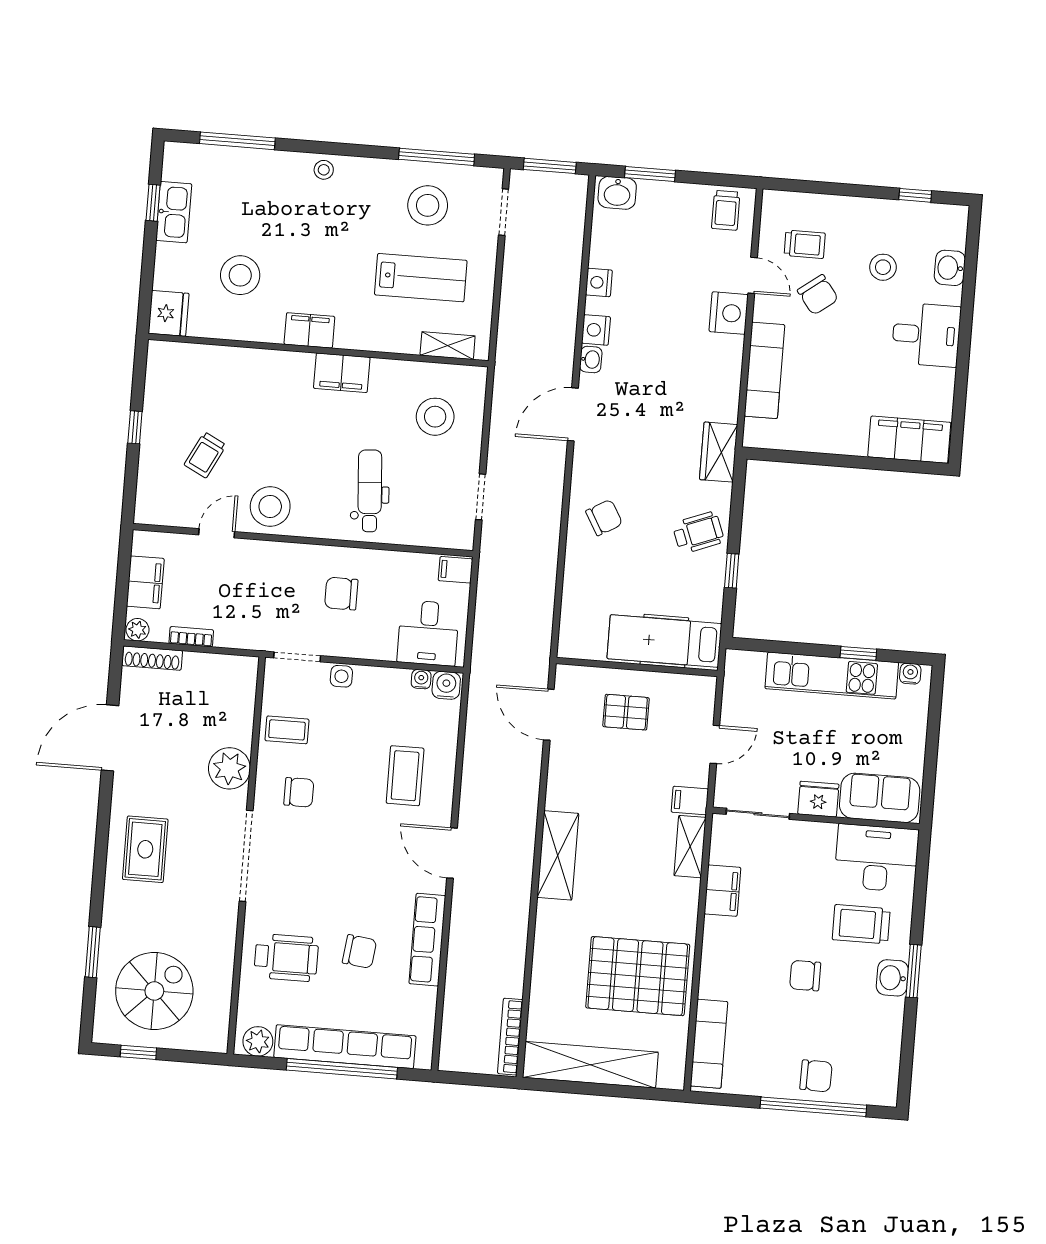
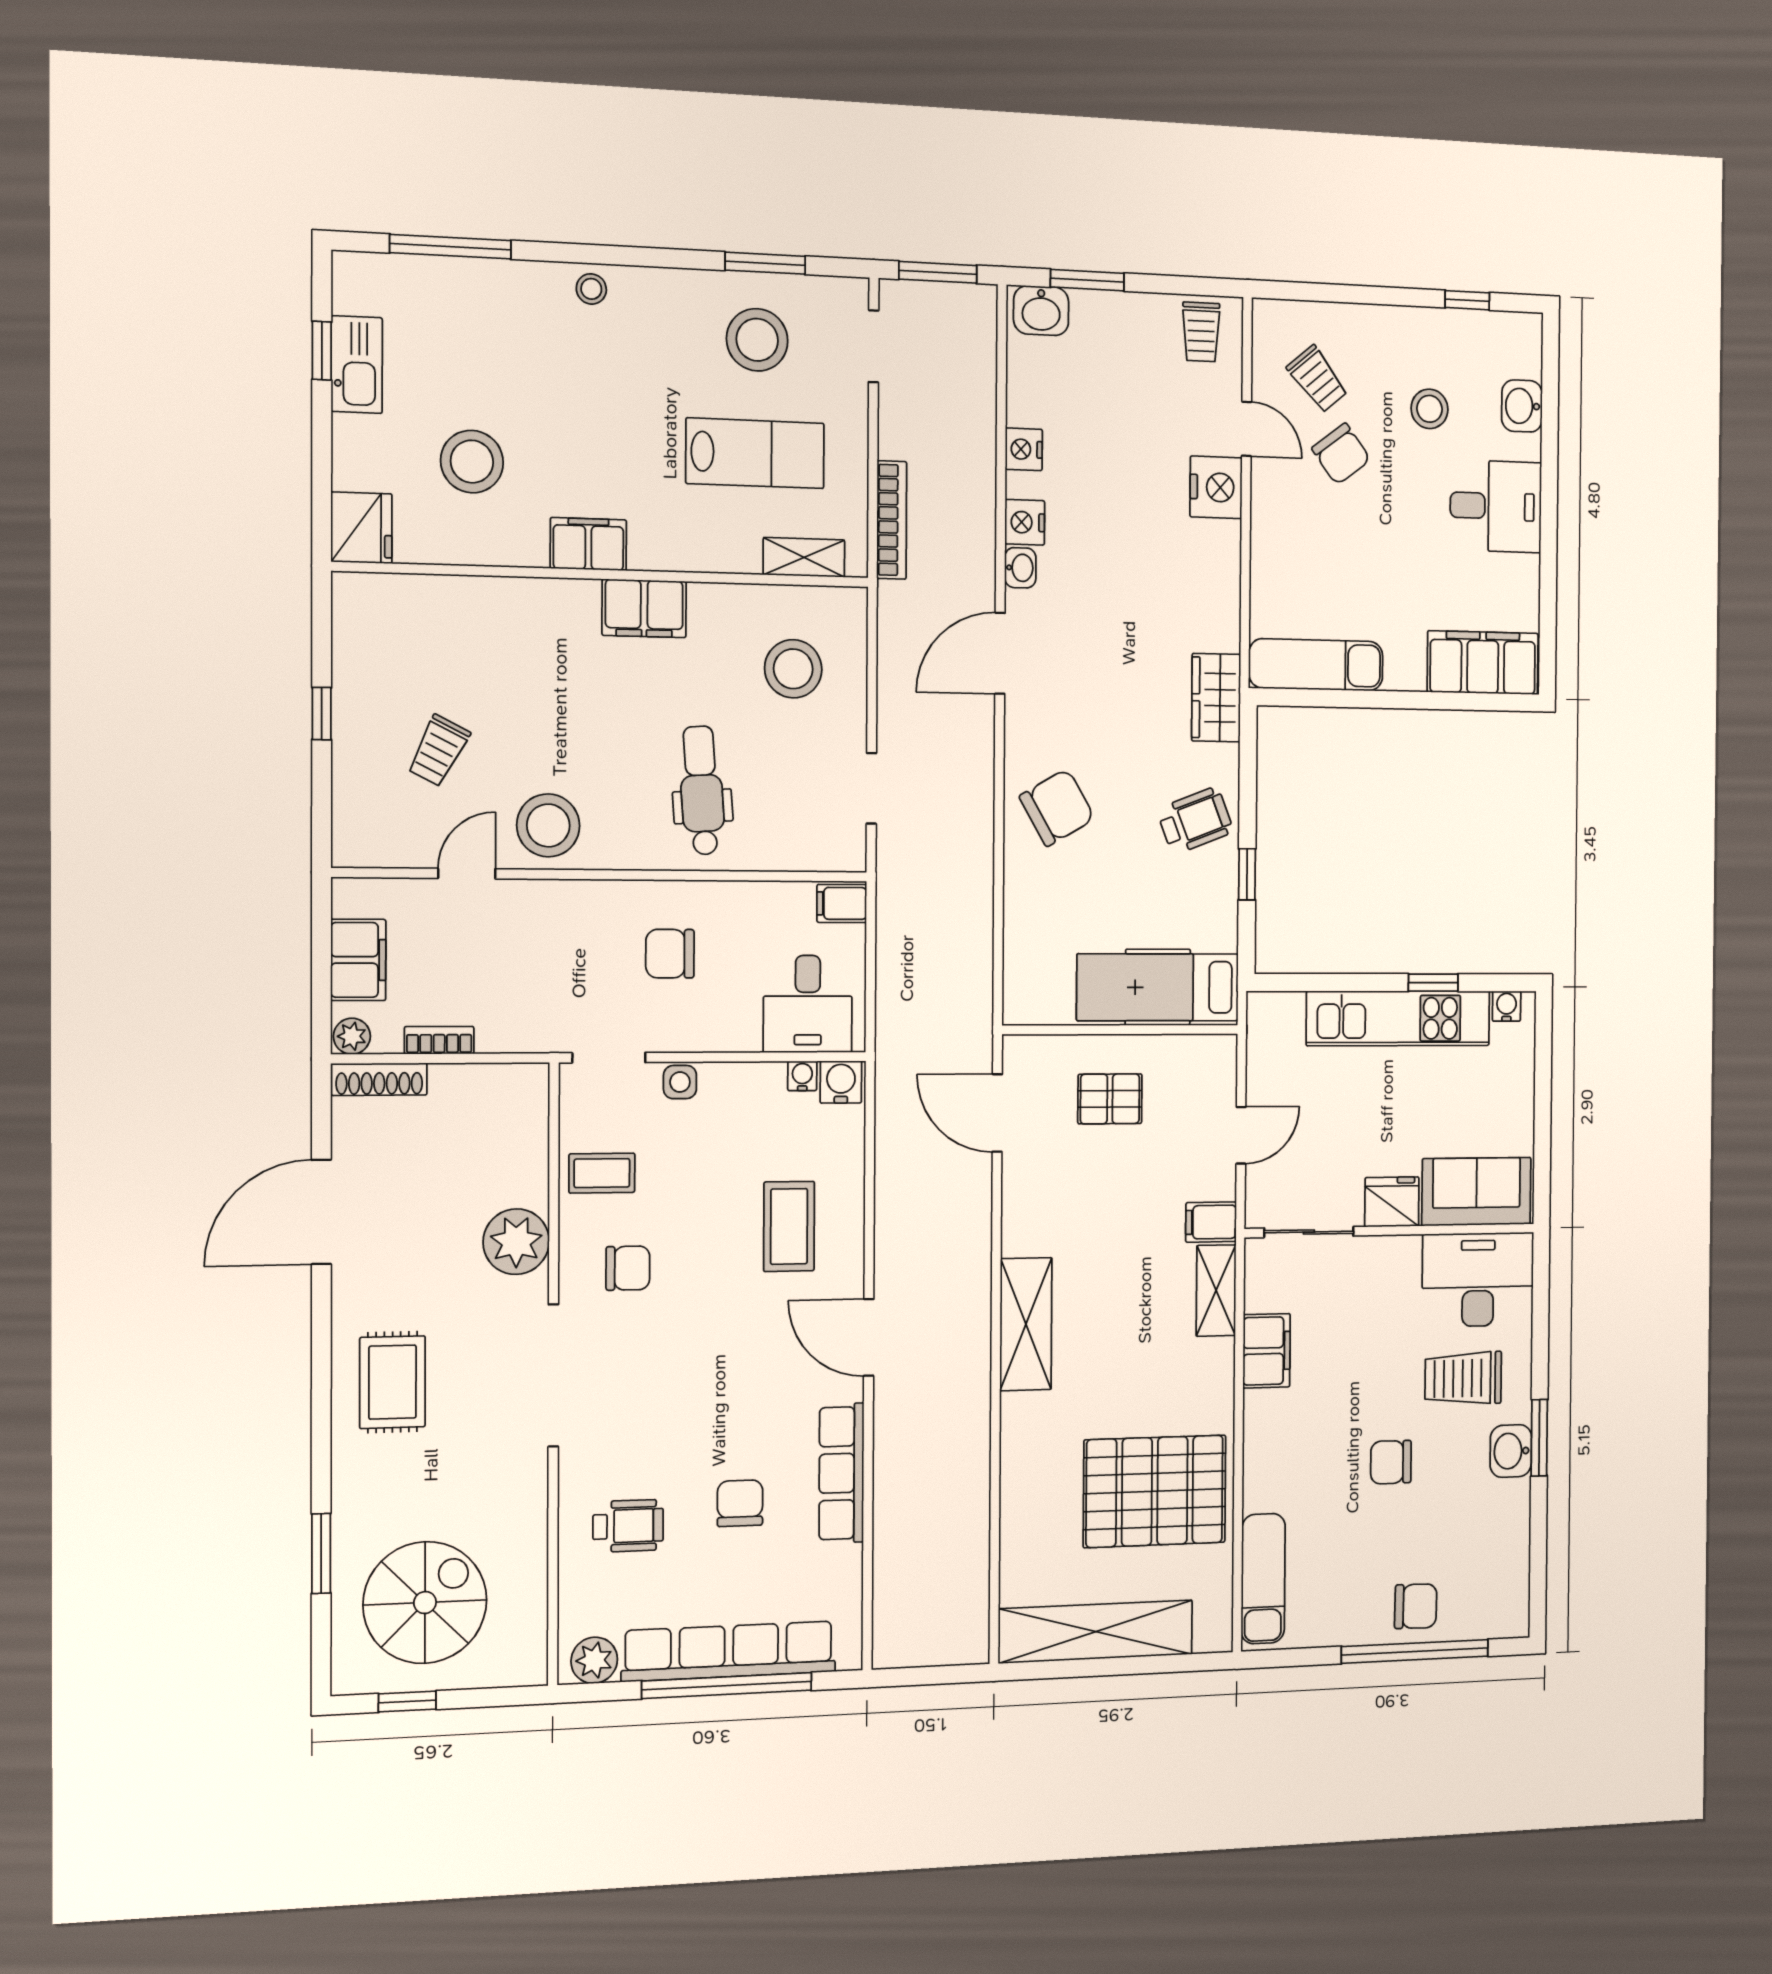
window: (437, 157) -> (765, 263), width x0.69
trolley: (805, 244) -> (1317, 379), turned 50
exam couch: (764, 370) -> (1316, 665), moved, turned -90
chair: (604, 518) -> (1057, 808), width x1.37, depth x1.37
chair: (359, 952) -> (740, 1503), turned -97
wheelchair: (286, 958) -> (628, 1526), width x0.73, depth x0.73
bookcase: (510, 1037) -> (892, 520), moved, turned 180

